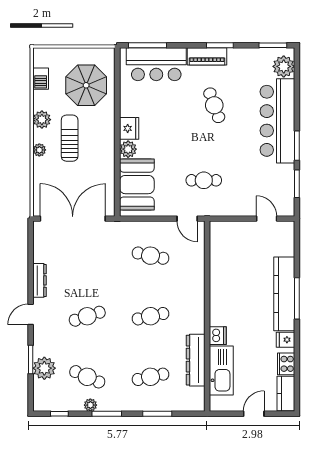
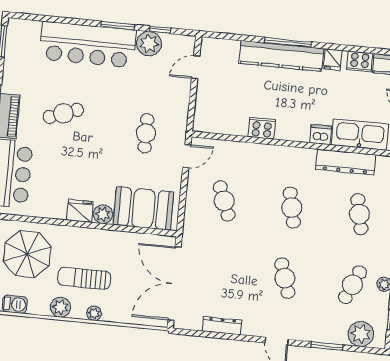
plant: (284, 66) -> (149, 44), moved
window: (297, 184) -> (160, 30), width x0.67
cafe table: (151, 256) -> (224, 201), turned -33
dresser: (40, 280) -> (222, 326), moved
cooker: (218, 283) -> (262, 128), added
plant: (44, 368) -> (361, 334), moved

